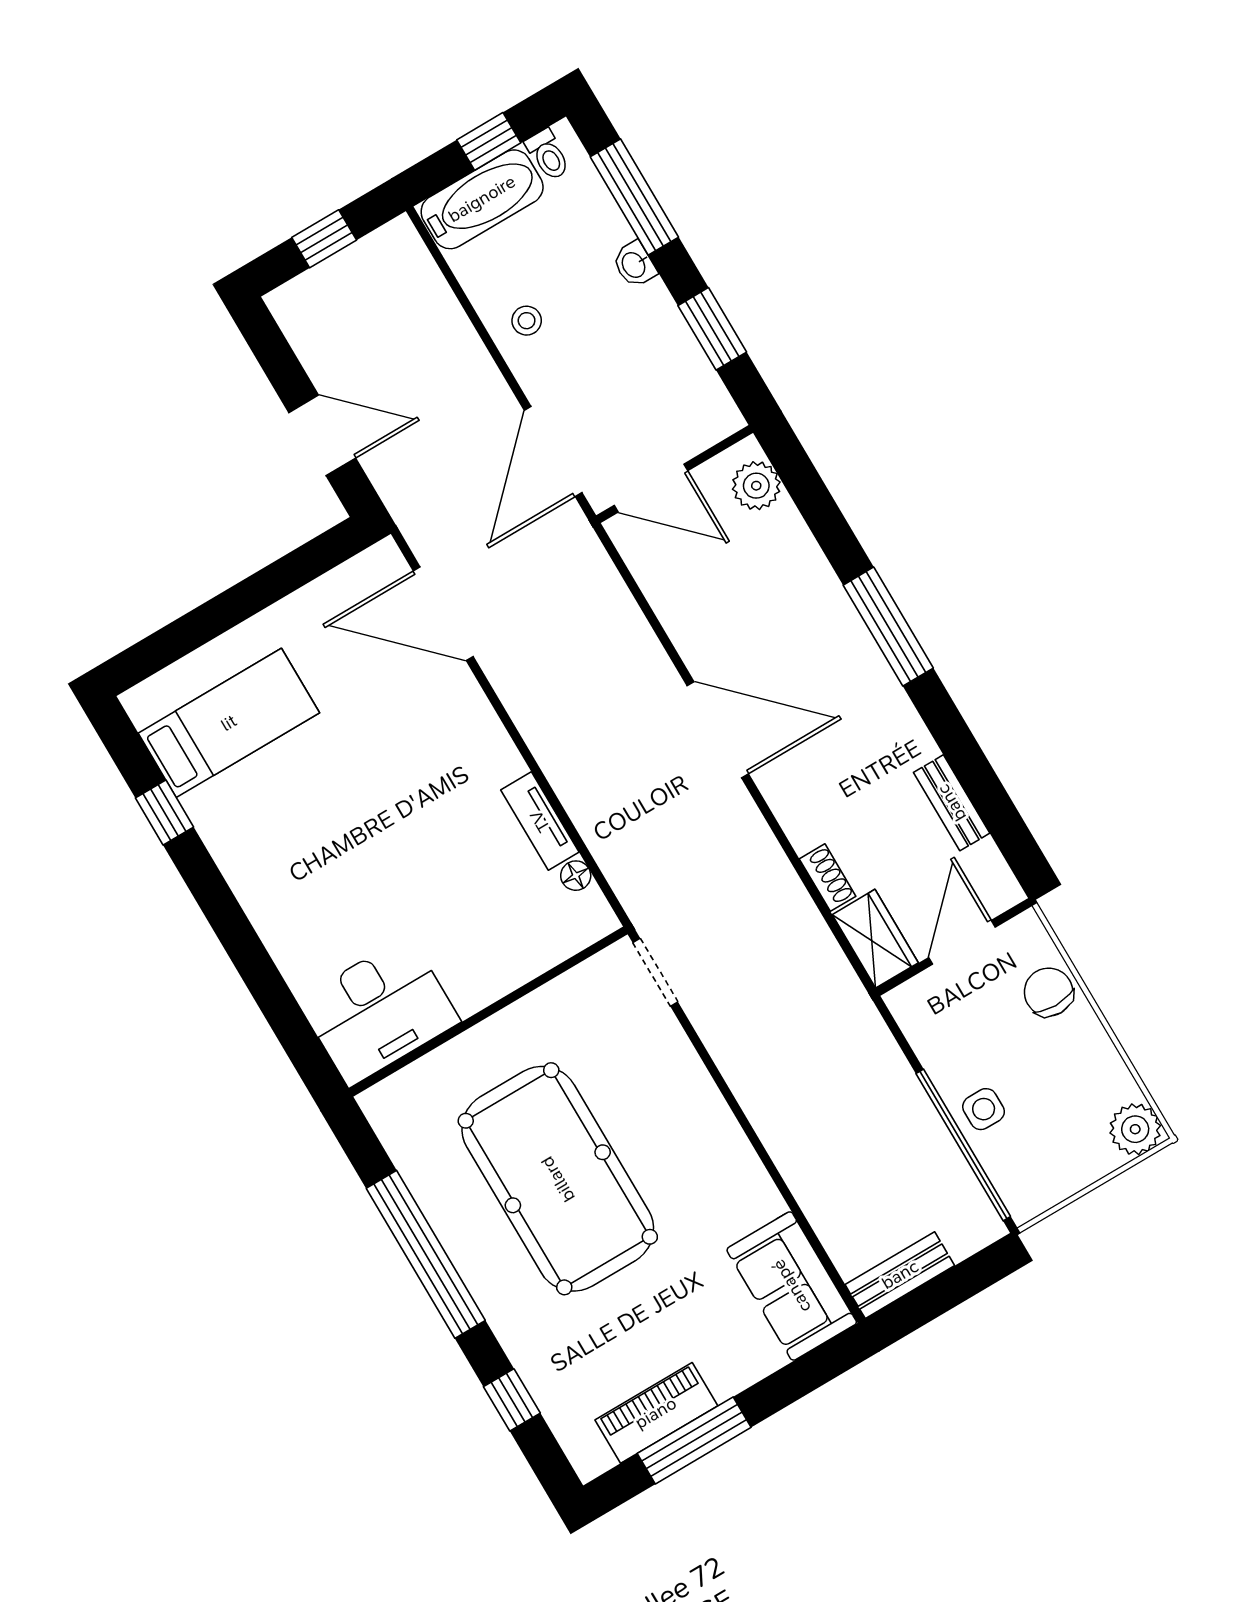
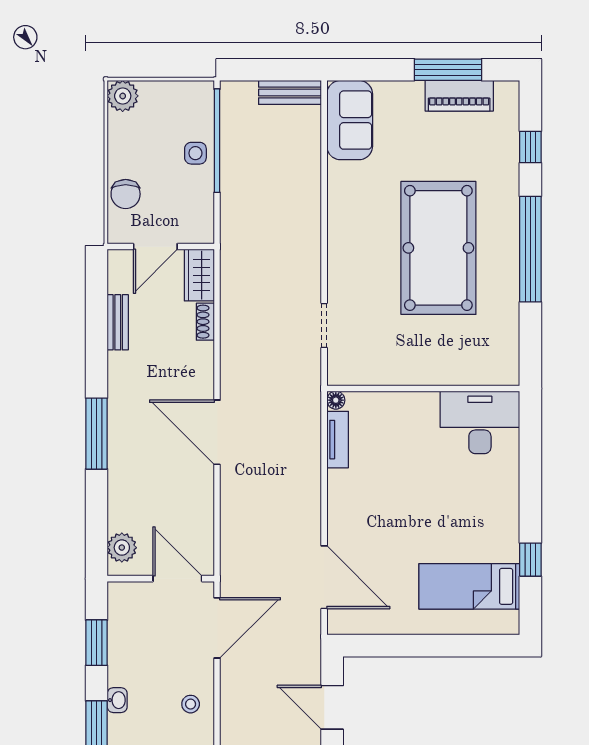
desk: (379, 1011) -> (480, 422), moved
wall: (488, 1012) -> (423, 389), moved

